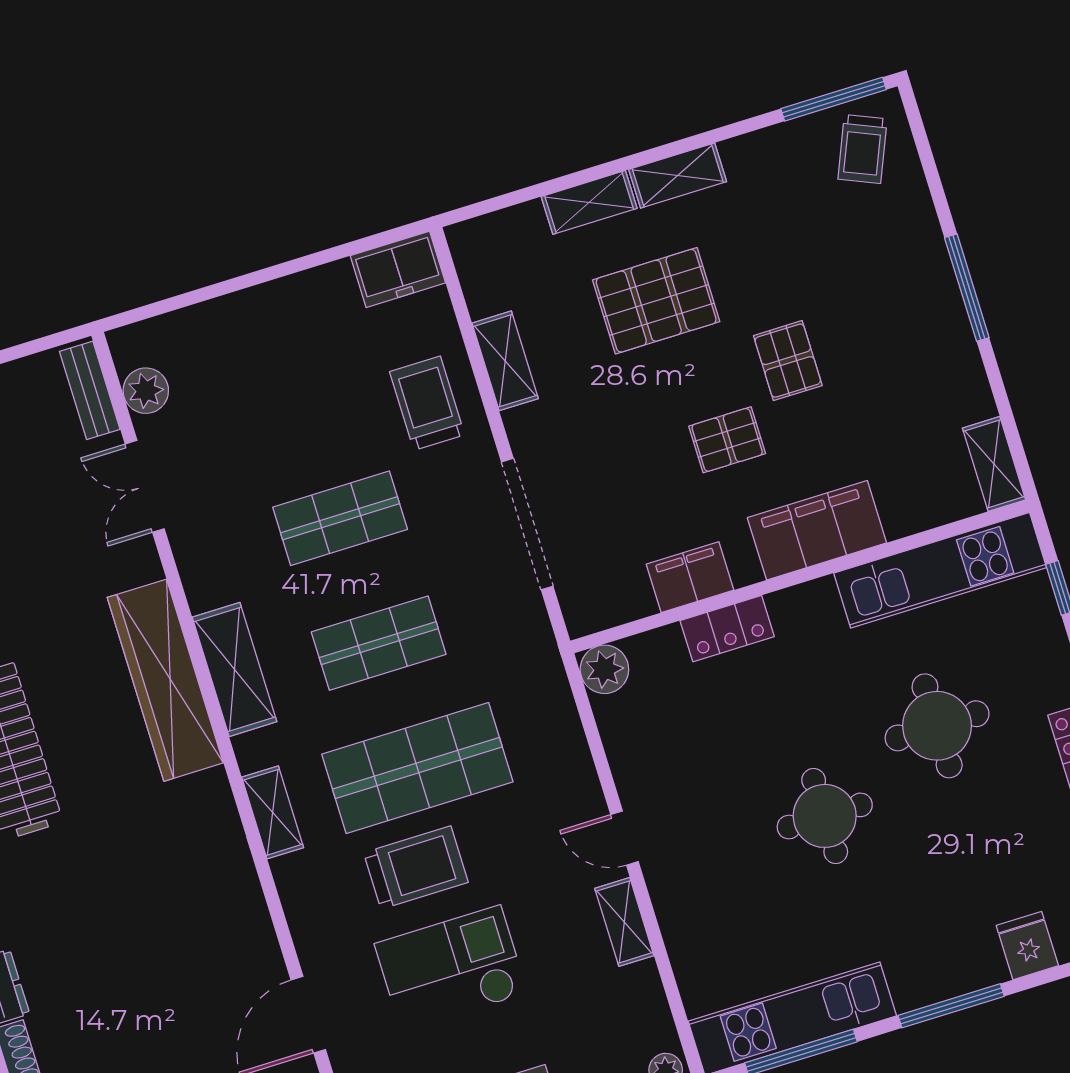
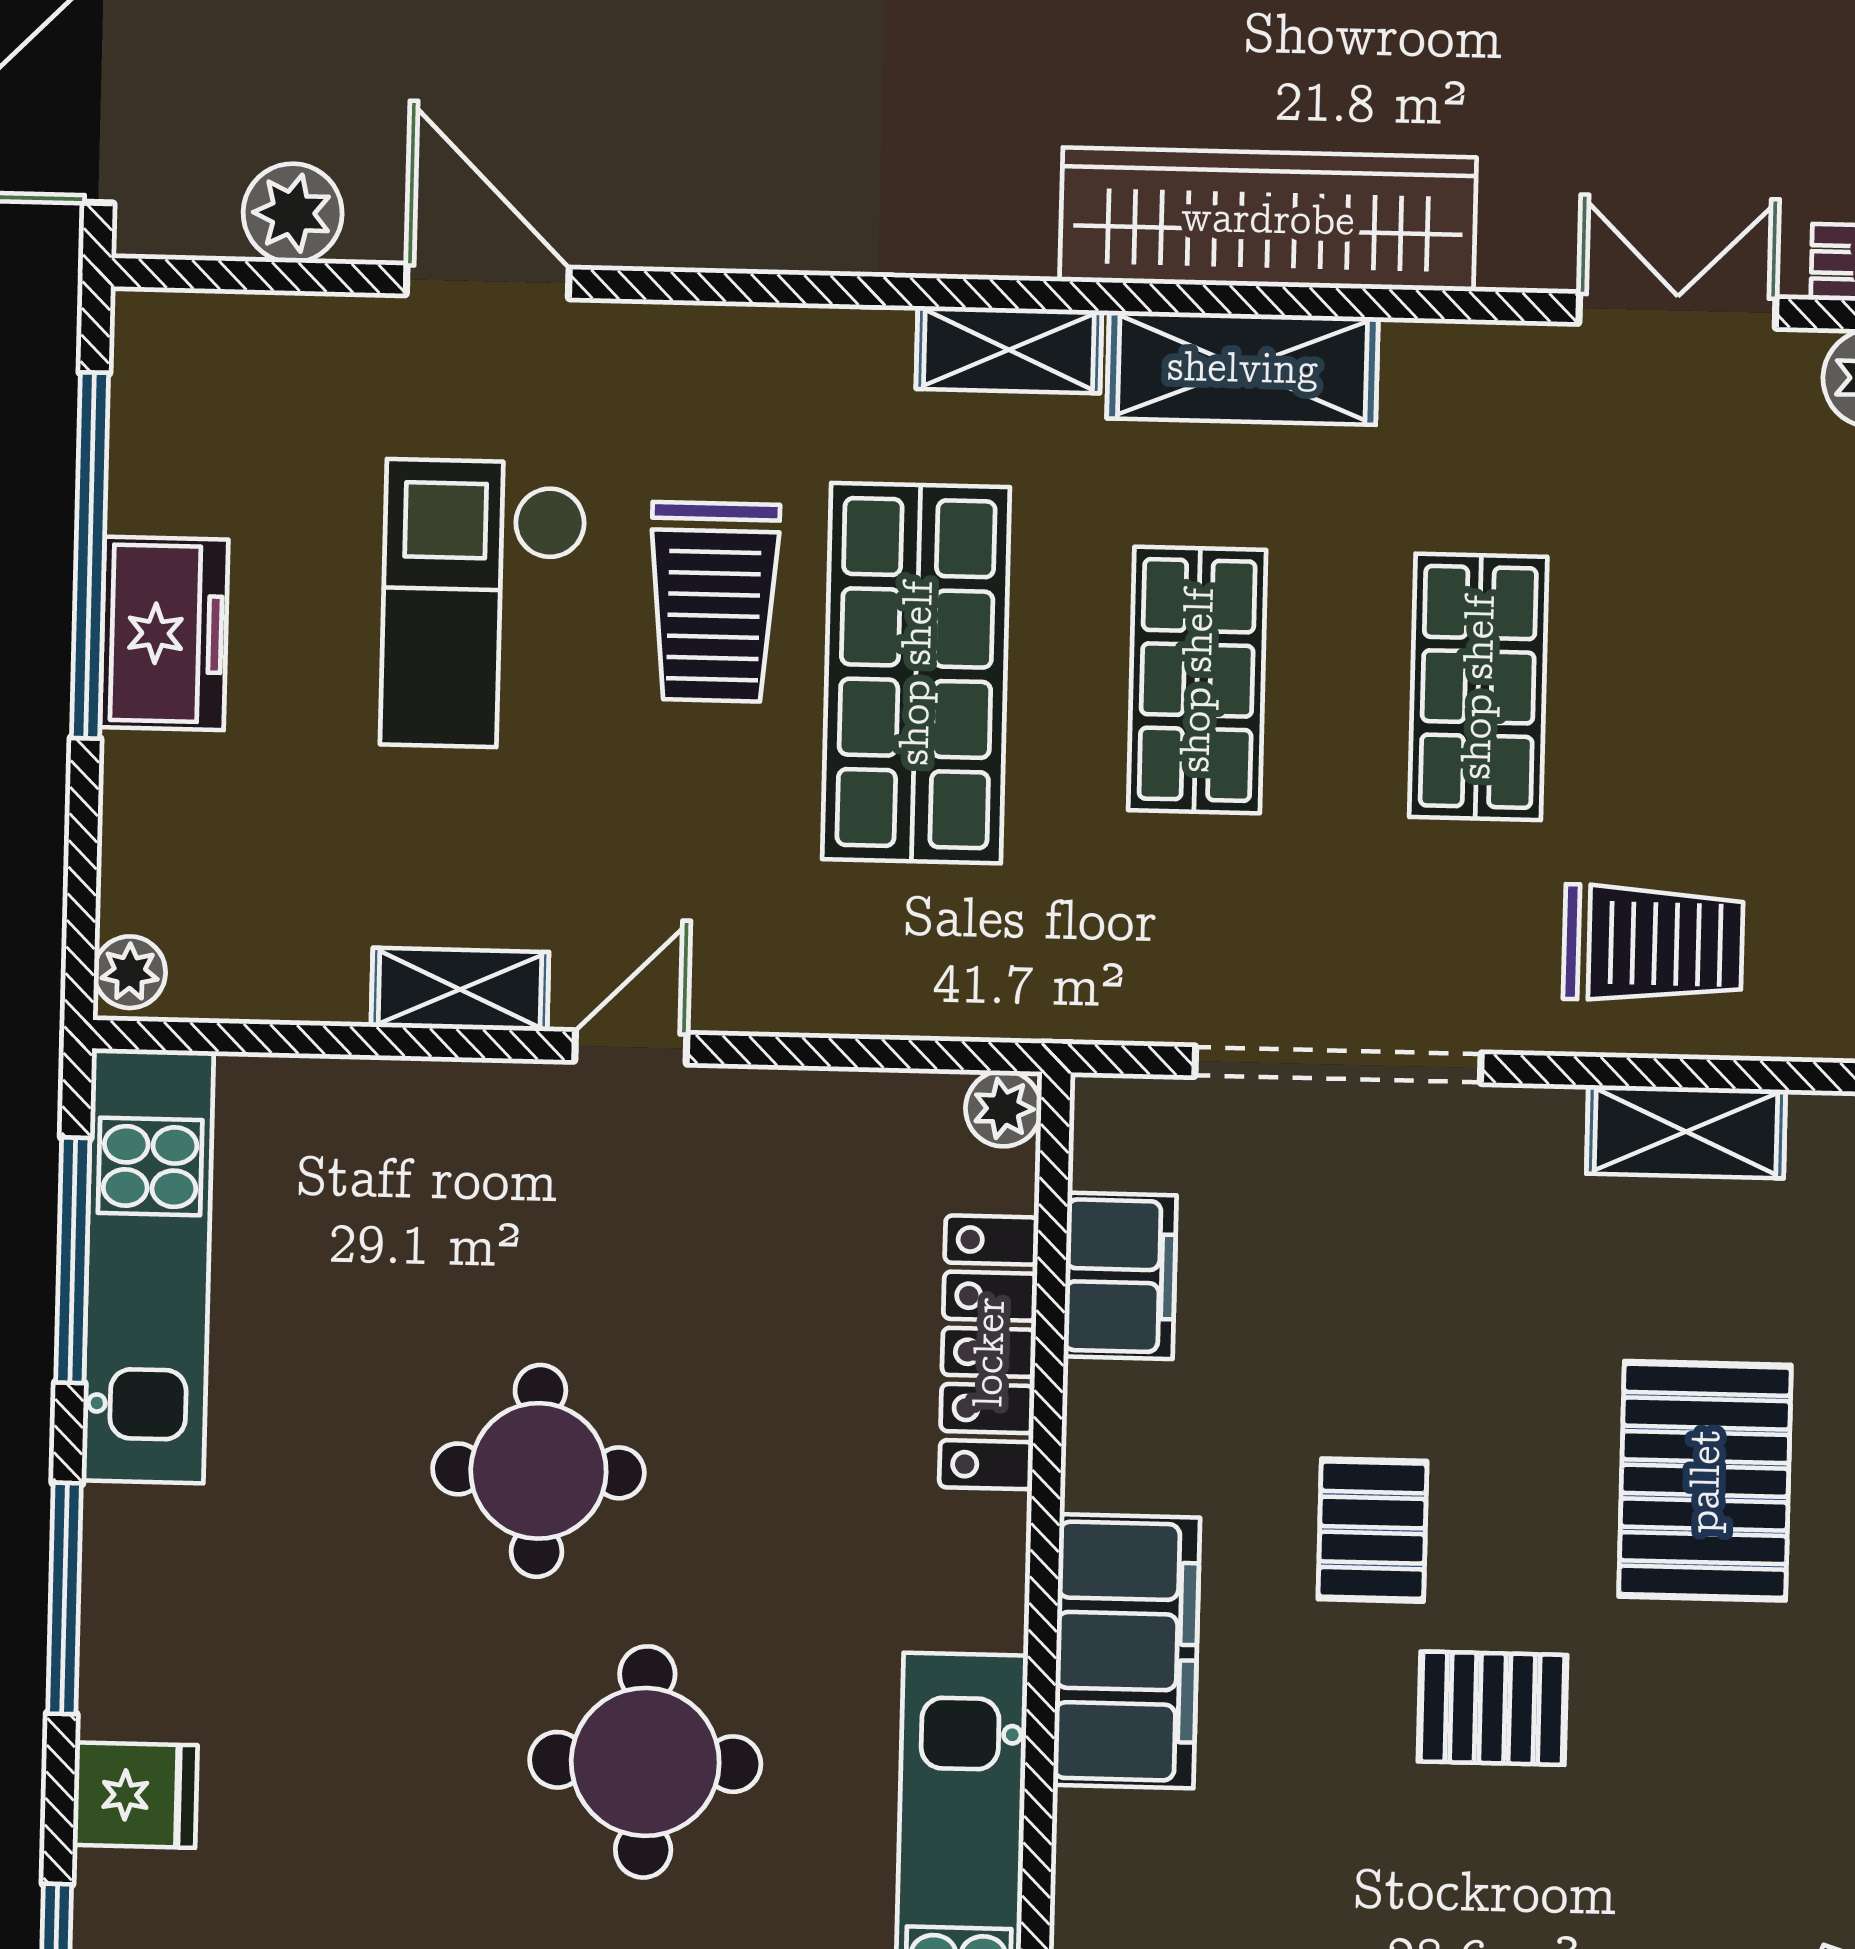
filing cabinet: (690, 577) -> (1120, 1276), moved
locker: (727, 629) -> (989, 1352), width x1.53
plant: (604, 669) -> (1003, 1109), width x0.73, depth x0.73
shelving: (273, 812) -> (1009, 350), moved
checkout: (451, 969) -> (484, 604), turned 180

